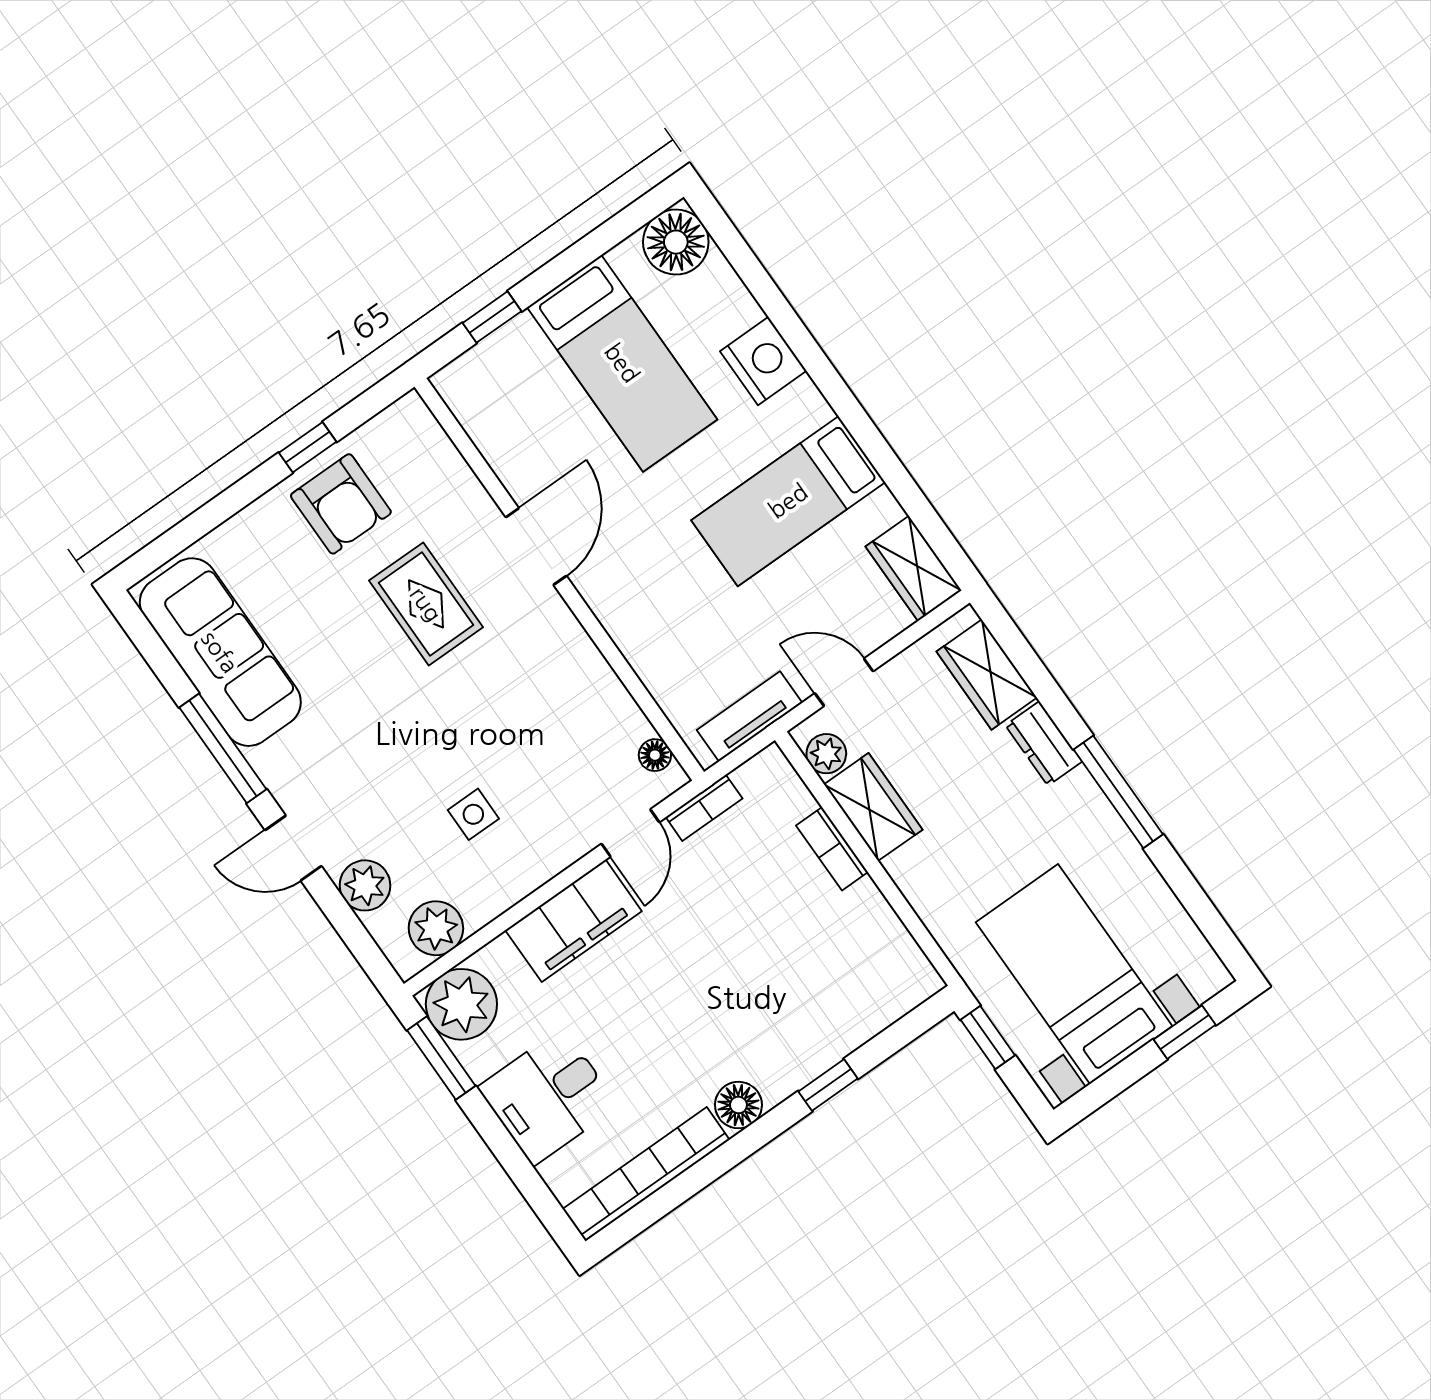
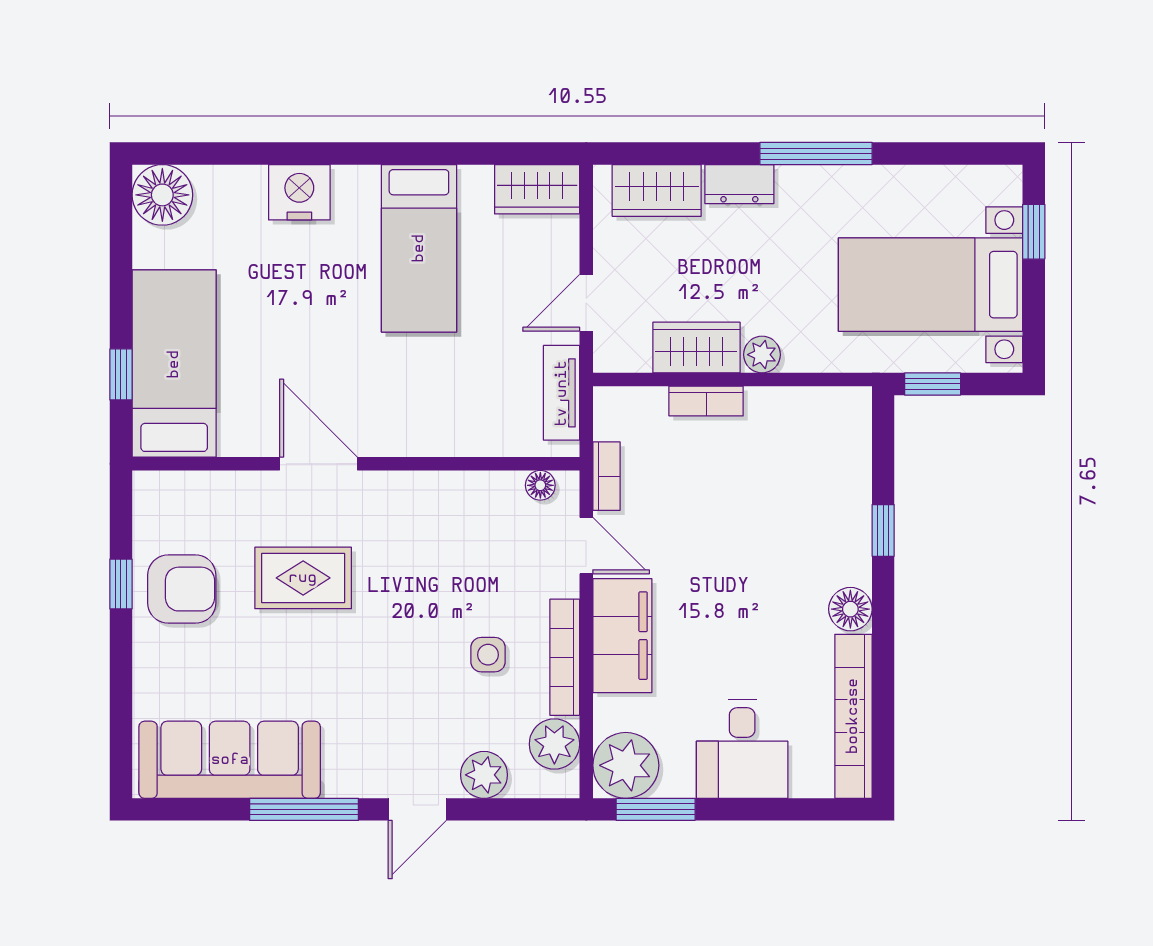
bed: (622, 363) -> (174, 364), moved, turned -90
plant: (826, 754) -> (762, 355), moved
bookcase: (519, 883) -> (565, 657), added

